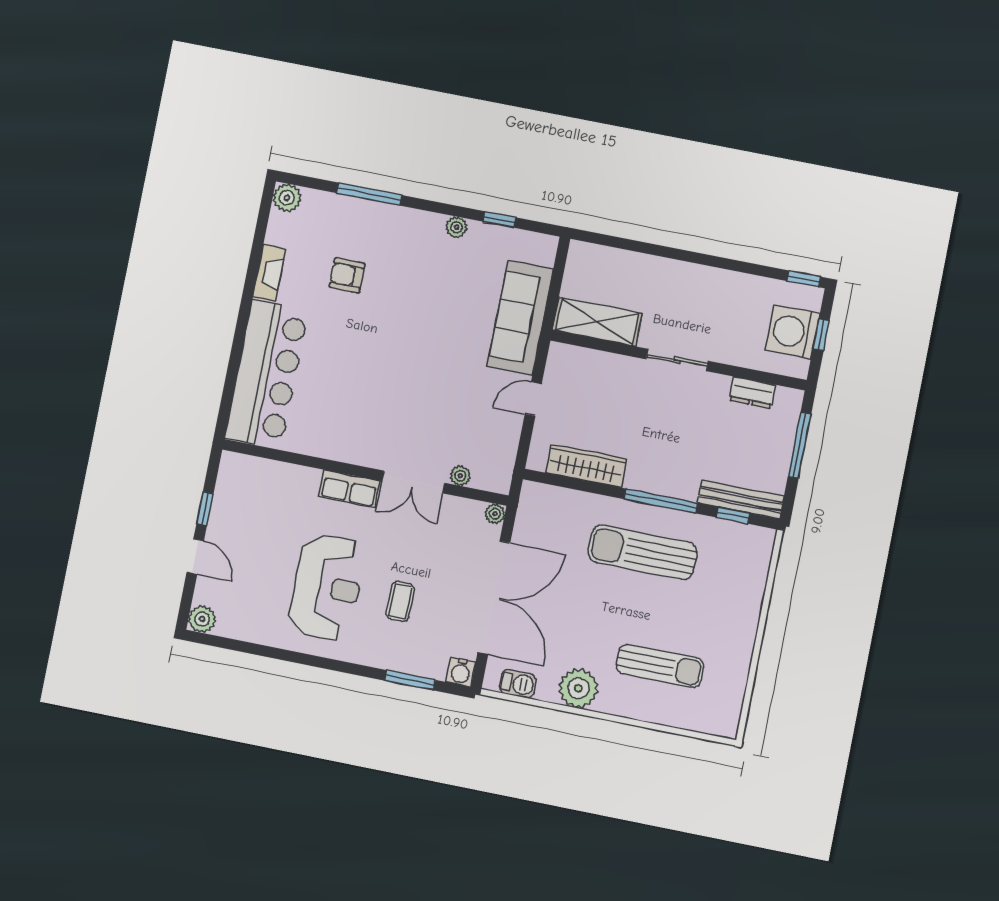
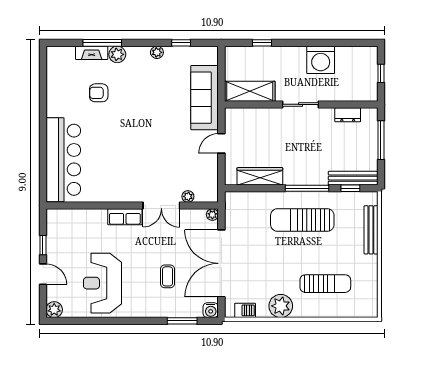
plant: (287, 198) -> (117, 54), moved
fireplace: (269, 273) -> (92, 53), moved, turned 90
window: (804, 279) -> (262, 43), moved
washing machine: (792, 332) -> (321, 60), moved, turned -90
reception desk: (327, 587) -> (102, 283), moved, turned 180
bench: (754, 591) -> (371, 230), added
double door: (494, 598) -> (221, 263), swing flipped

